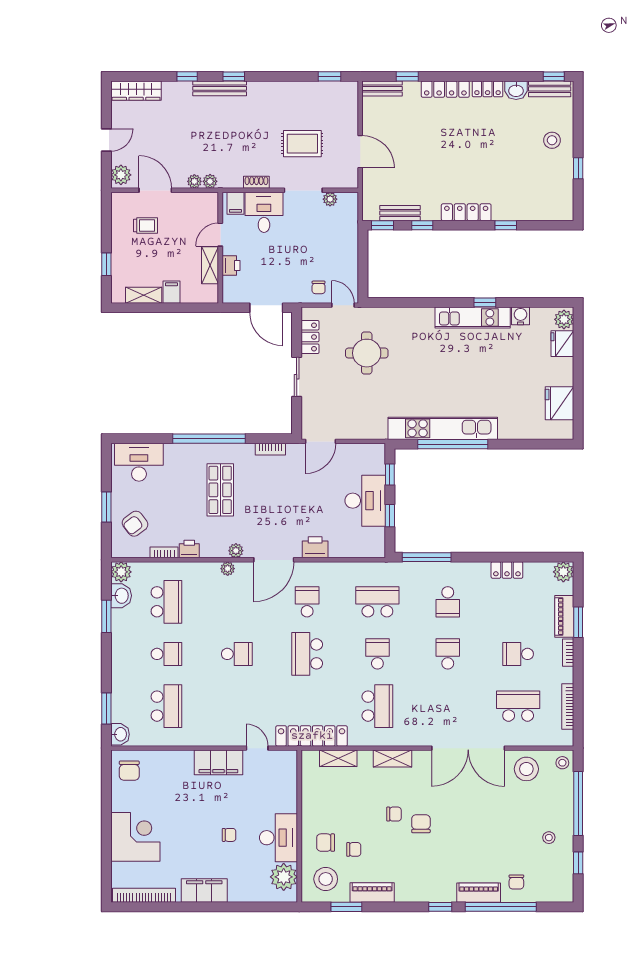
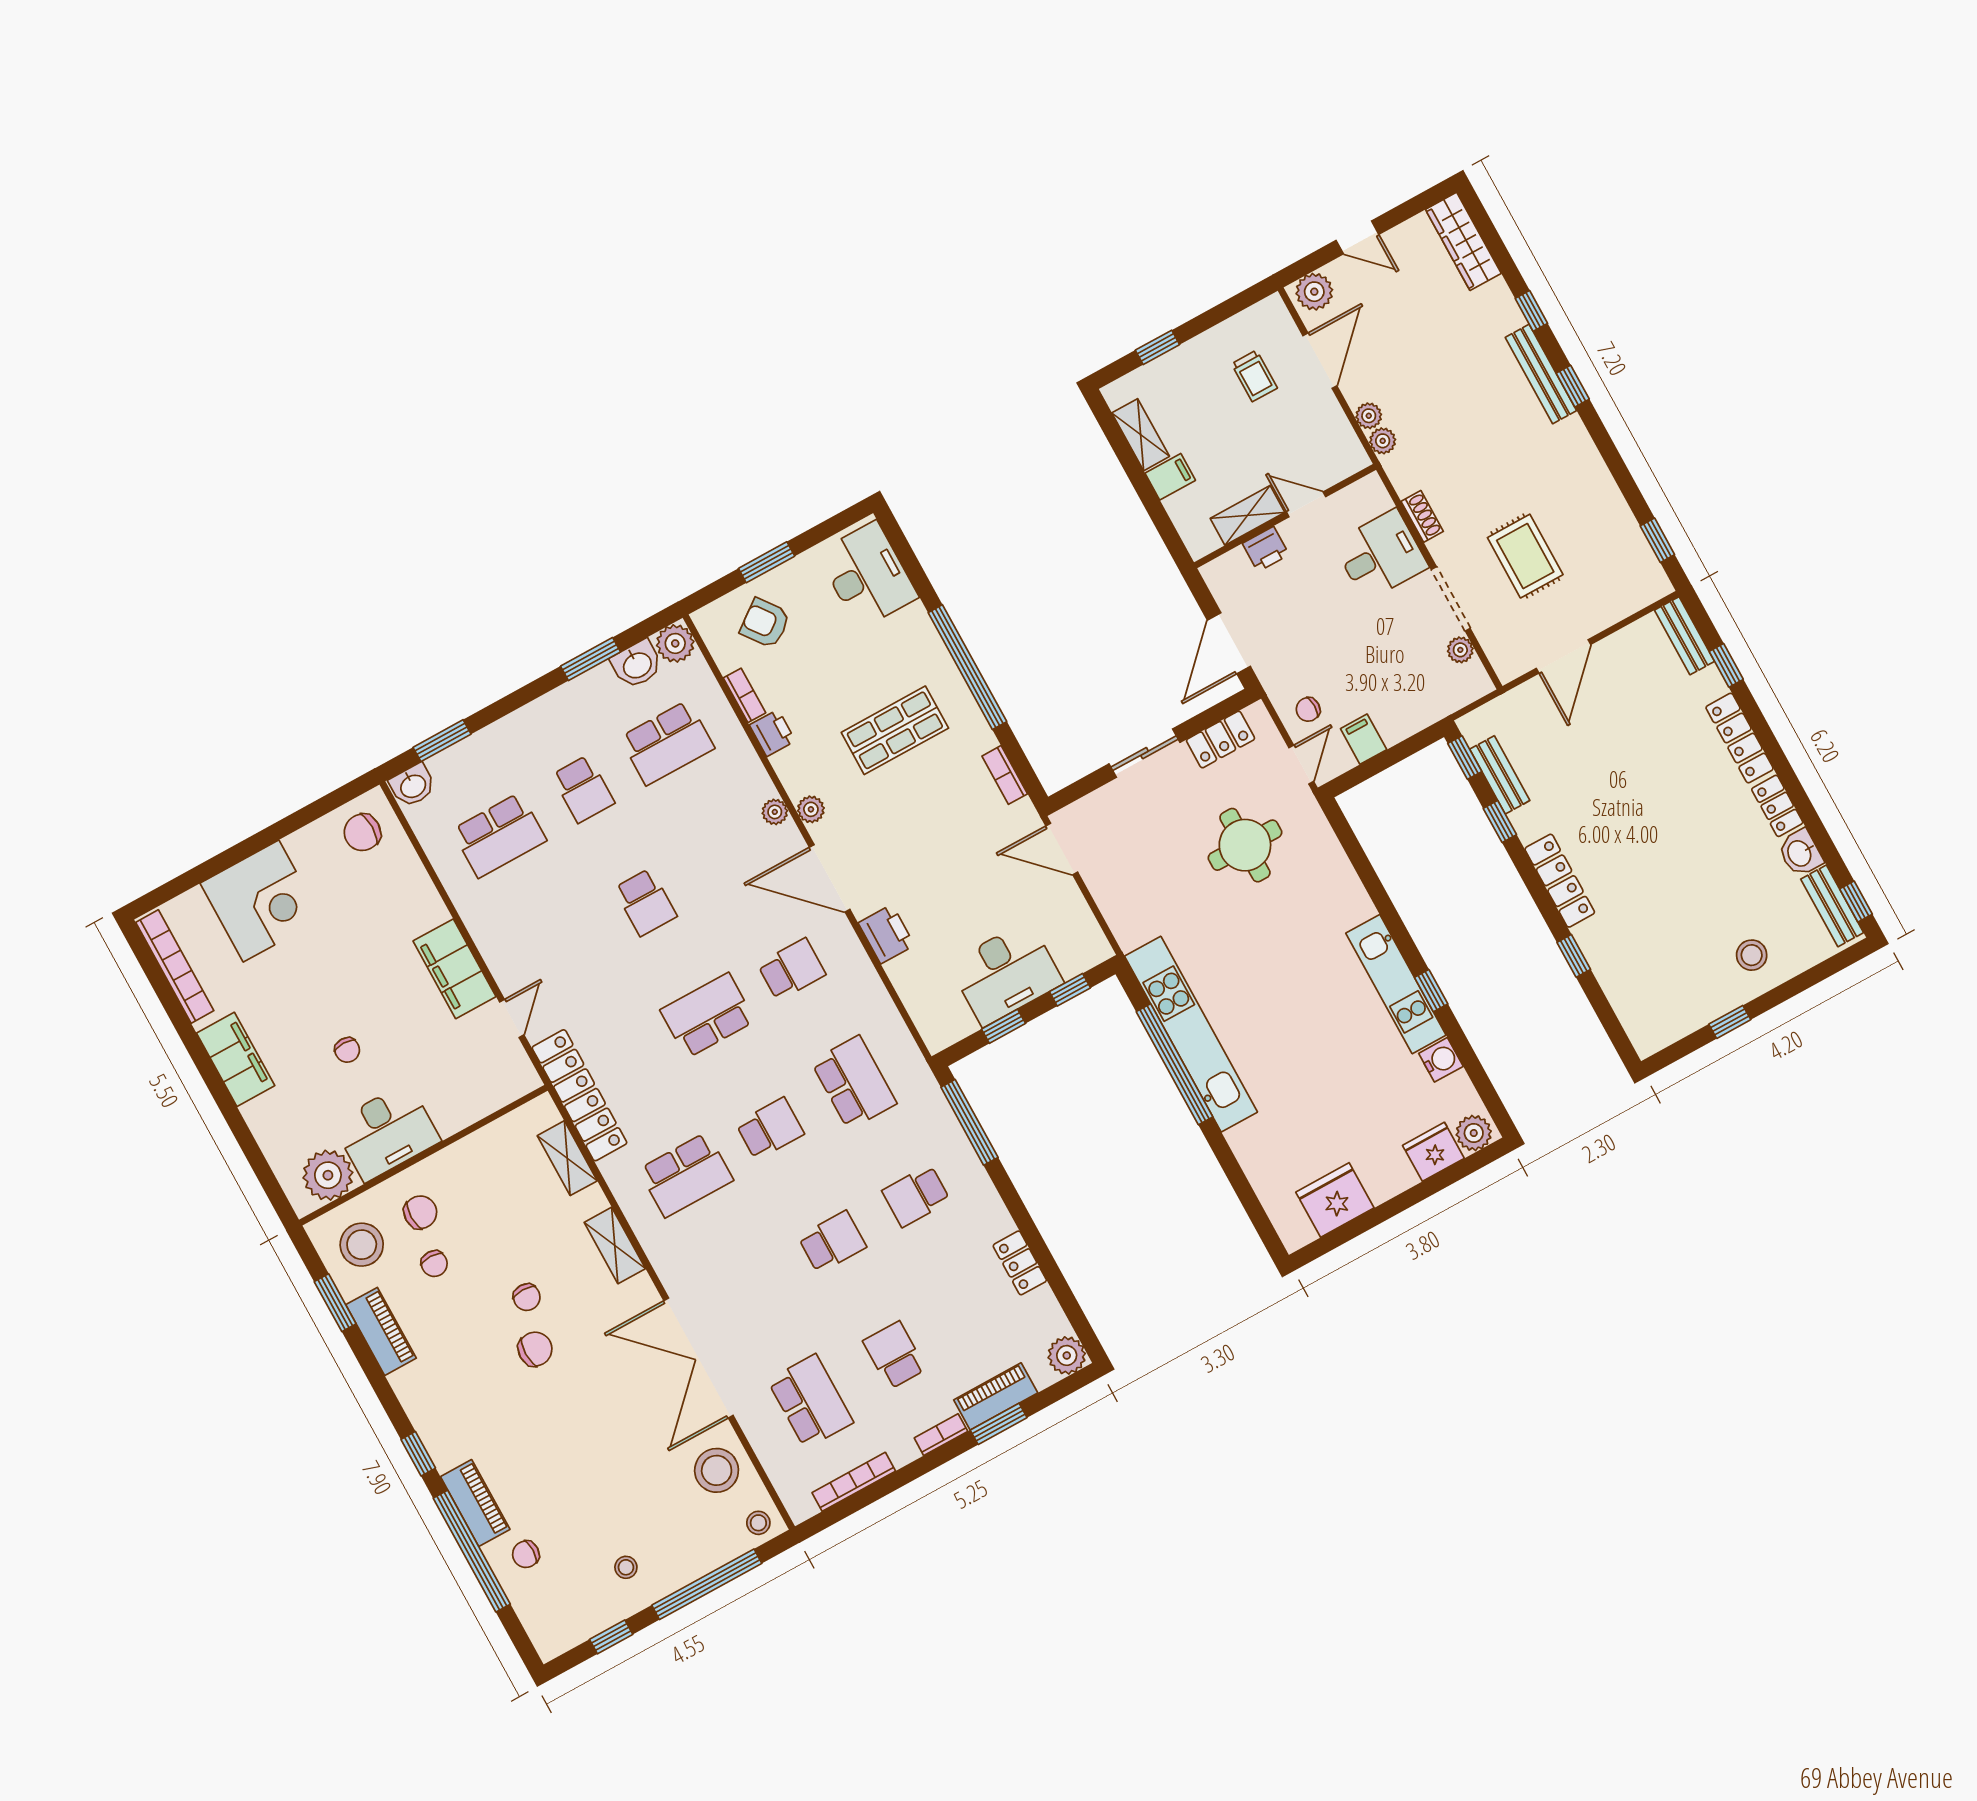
filing cabinet: (235, 203) -> (1364, 739), moved, turned 90
chair: (326, 843) -> (420, 1212), turned 90

